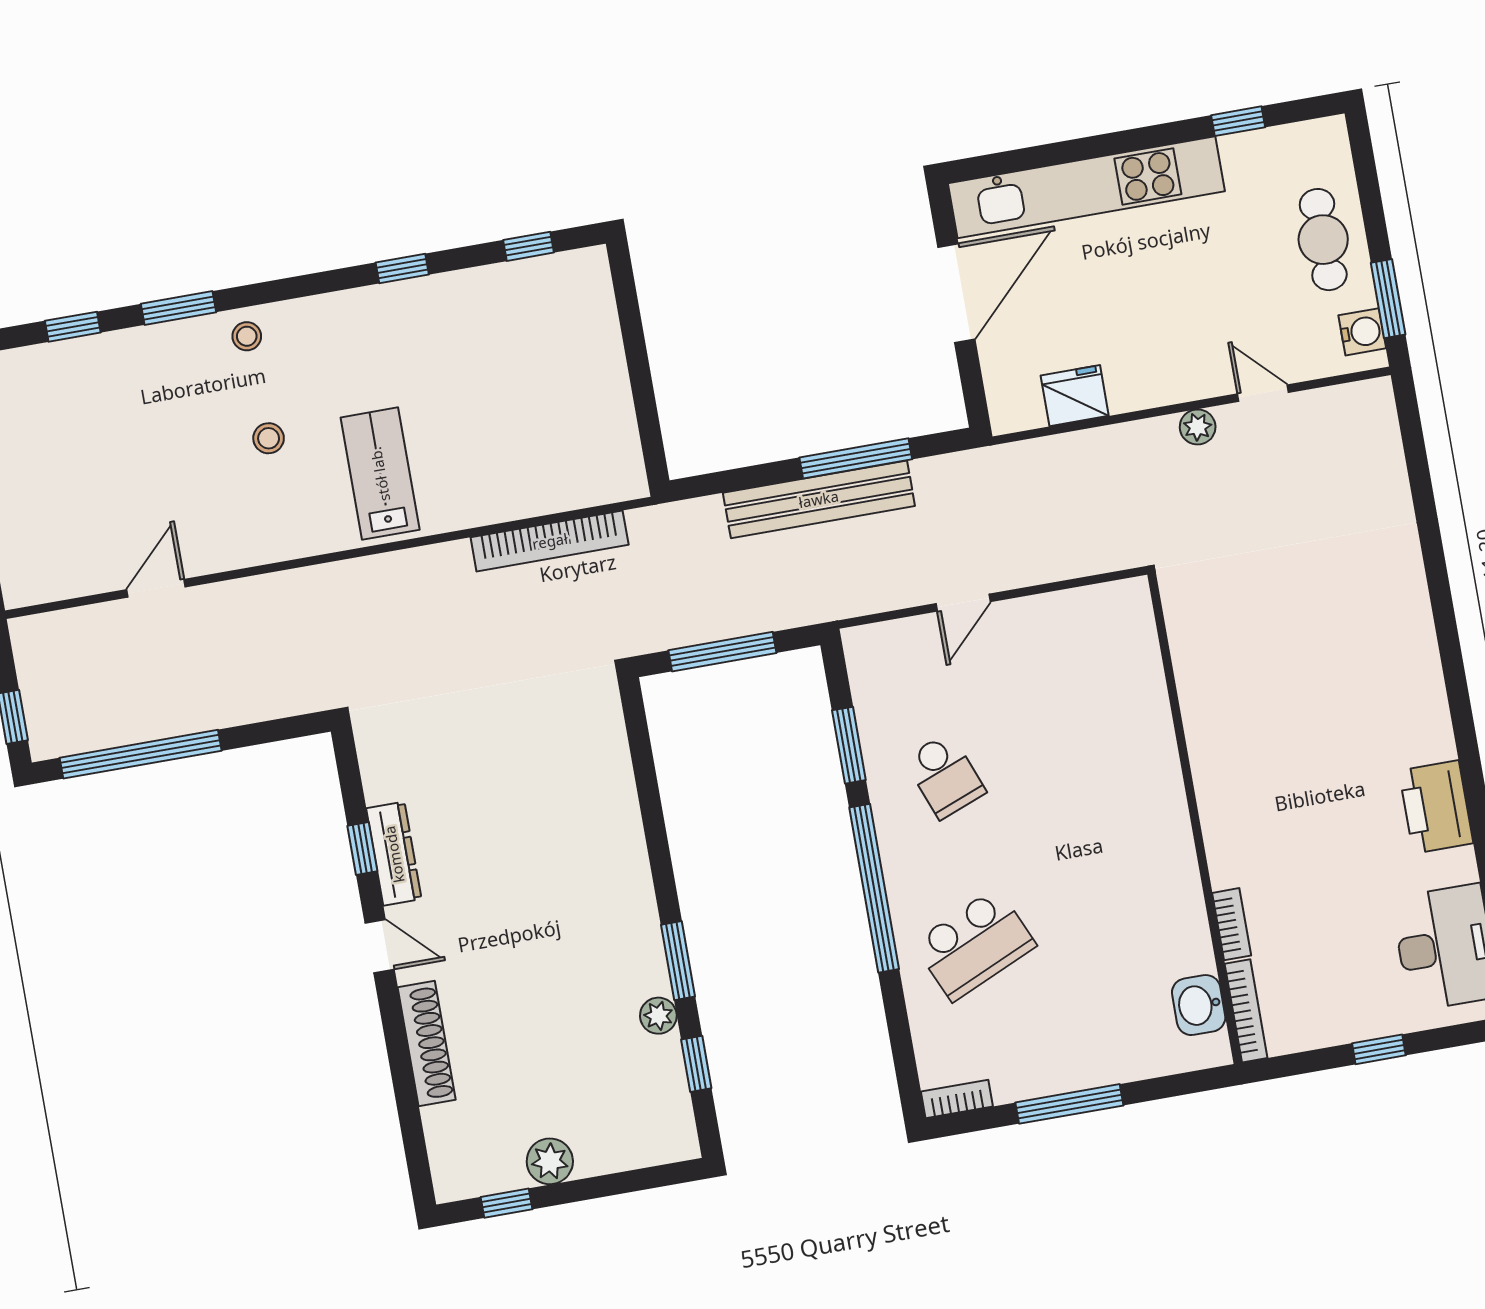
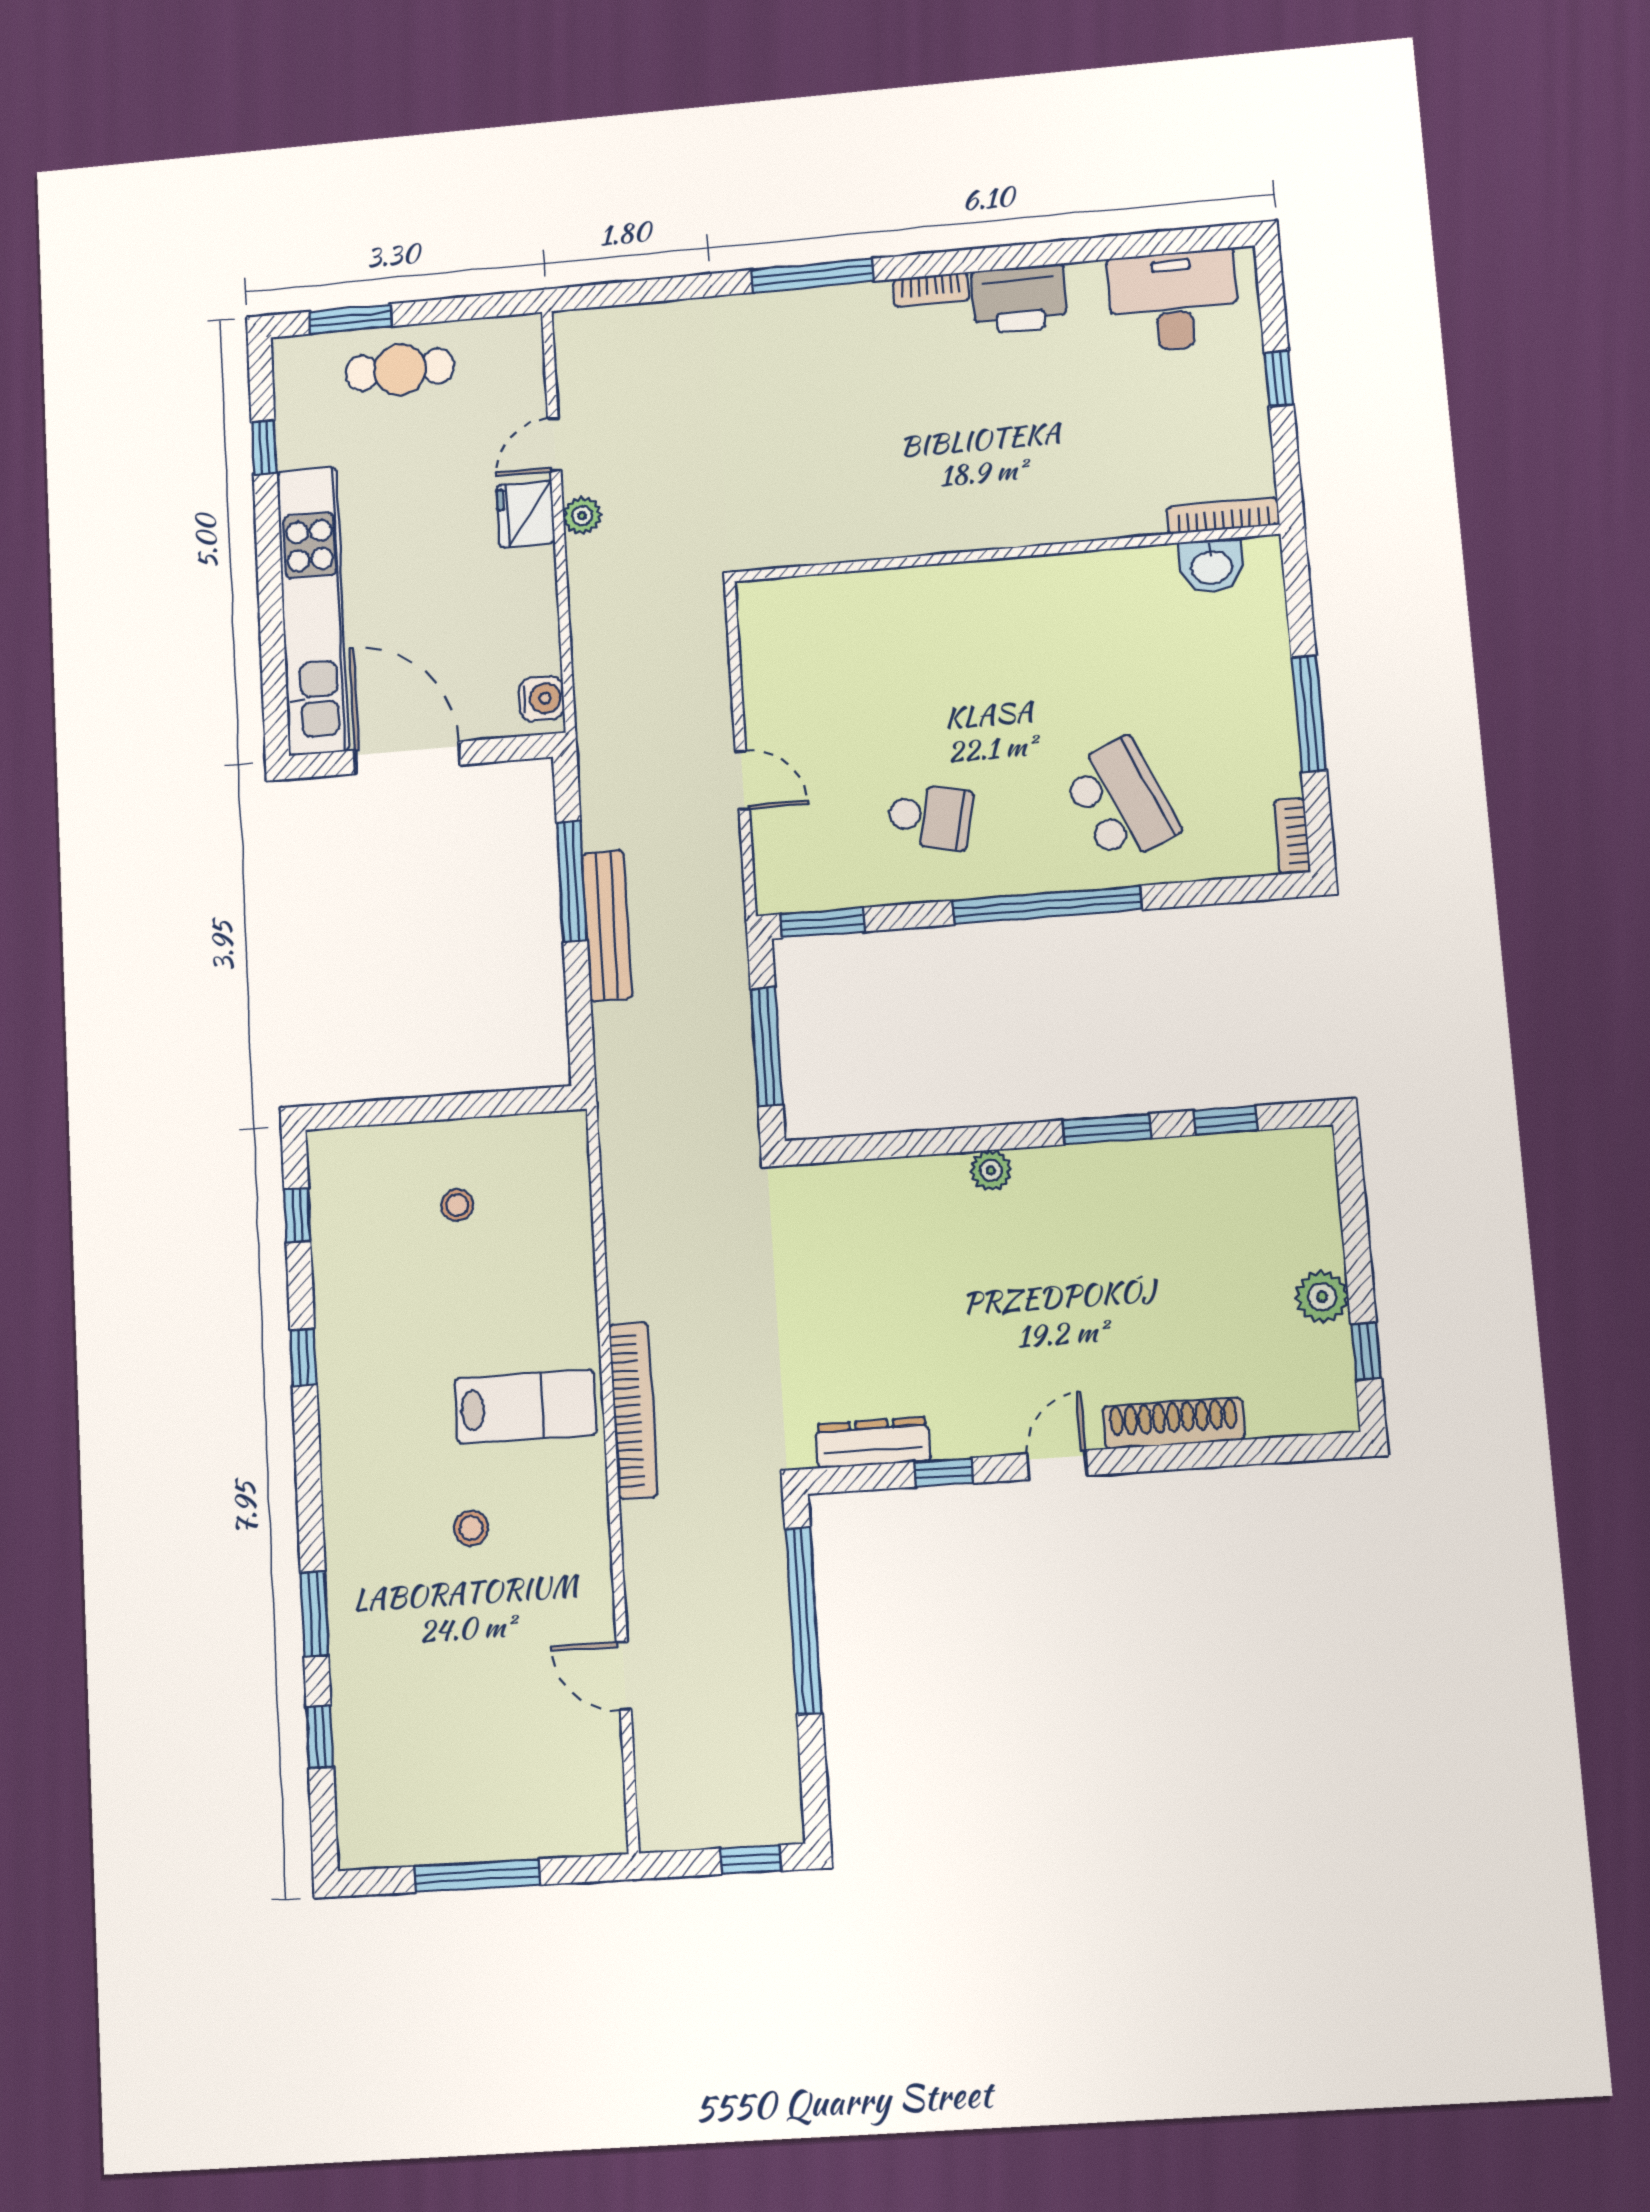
window: (1388, 299) -> (351, 319), moved
water cooler: (1362, 332) -> (542, 699), moved, turned 90
stool: (247, 336) -> (457, 1205), moved
fridge: (1075, 396) -> (526, 514), moved
lab bench: (380, 474) -> (526, 1407), turned 180
bench: (819, 499) -> (607, 926), width x0.73, depth x0.82
bookcase: (550, 541) -> (633, 1410), moved
window: (1444, 614) -> (813, 276), added
window: (849, 745) -> (822, 923), moved
window: (141, 754) -> (803, 1621), moved
school desk: (945, 776) -> (930, 817), turned 33
dresser: (394, 854) -> (873, 1443), moved
bookcase: (1232, 924) -> (931, 290), moved, turned 180
plant: (658, 1016) -> (991, 1170), moved

